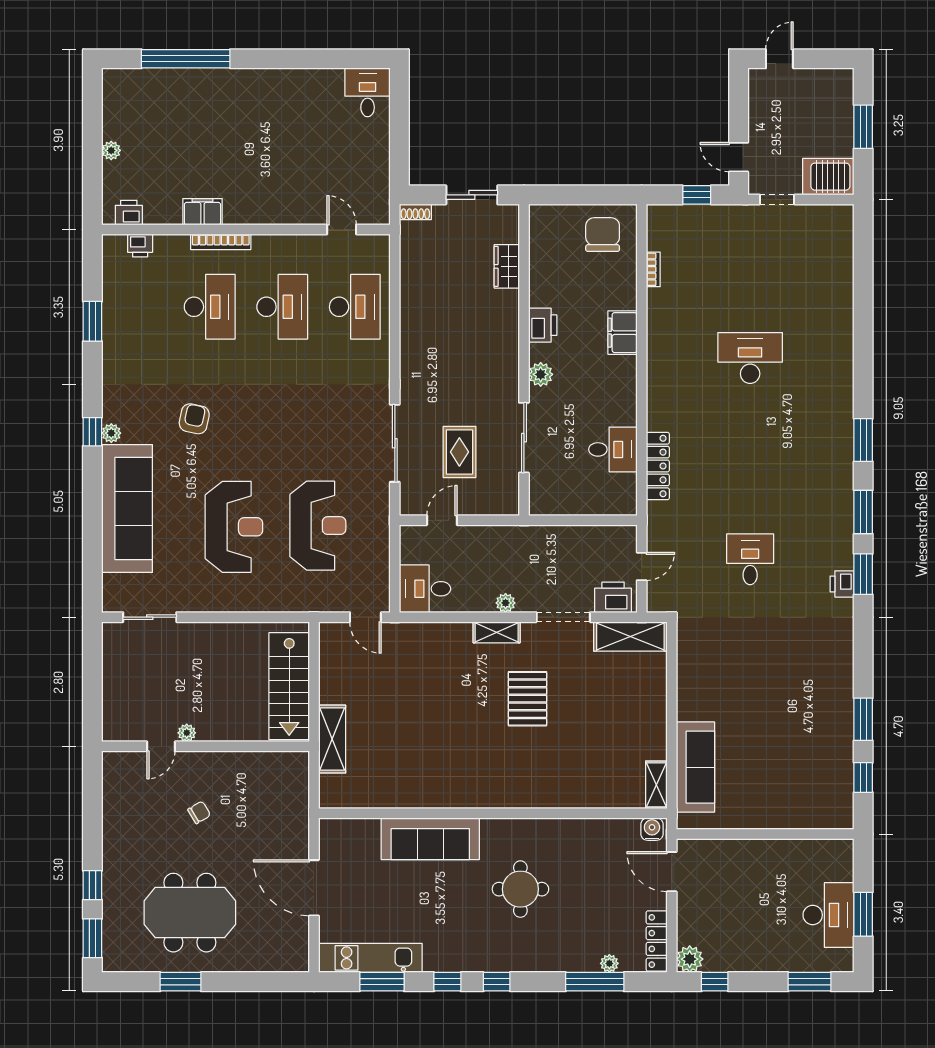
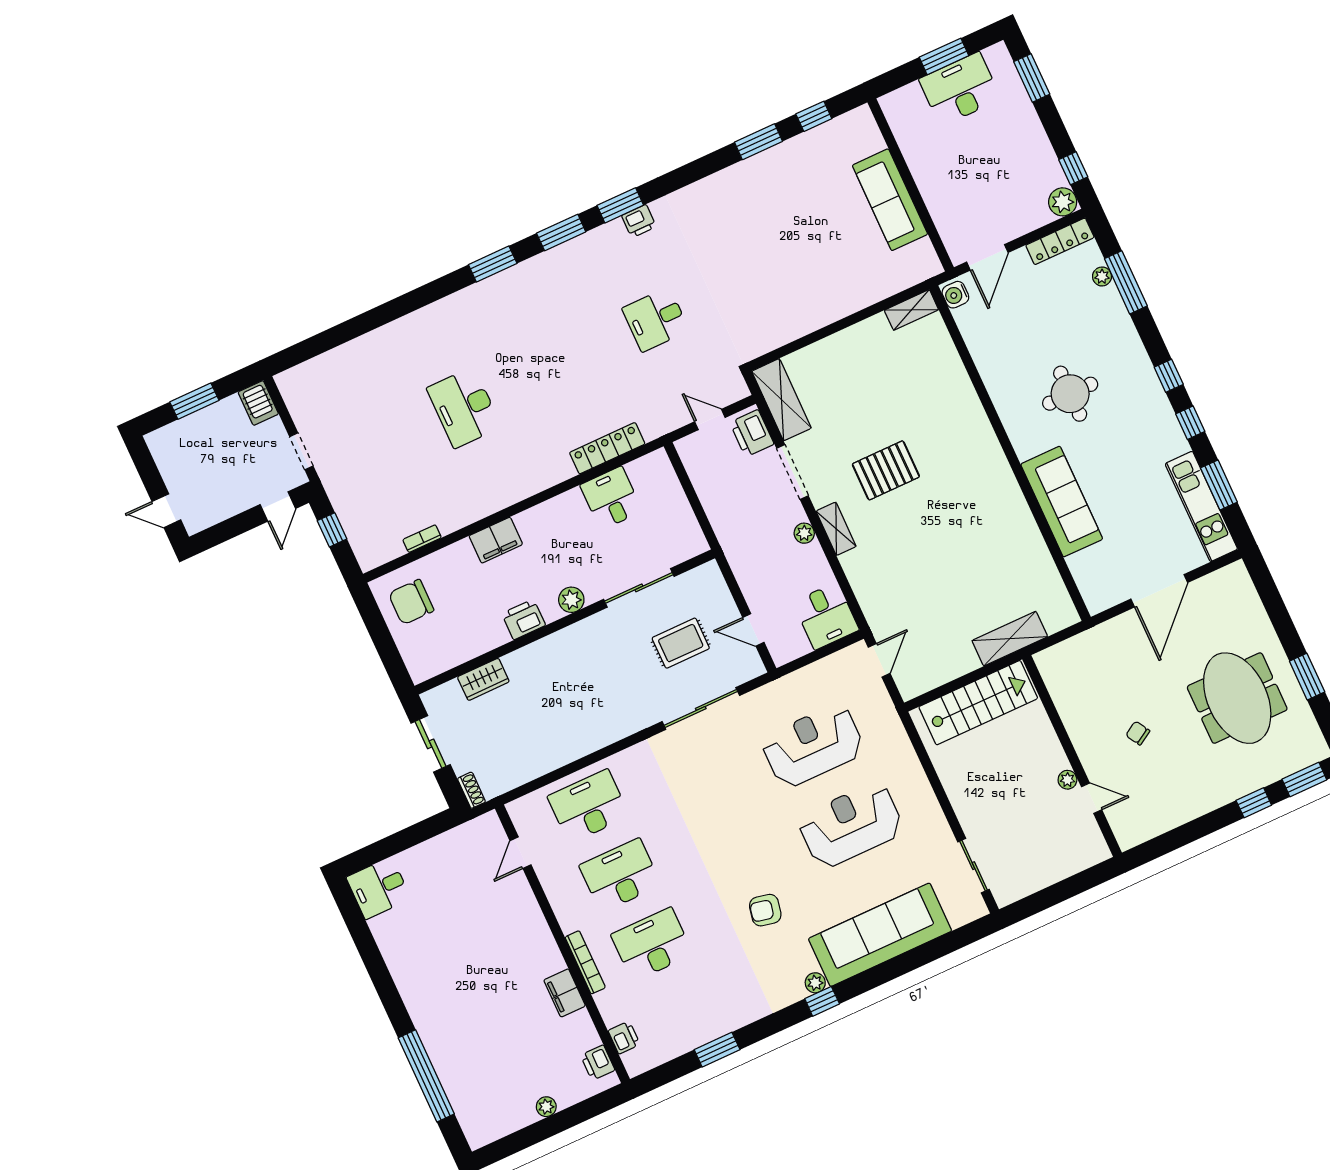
server rack: (828, 177) -> (258, 403), width x0.73, depth x0.70
sofa: (695, 767) -> (890, 200), moved, turned -90

